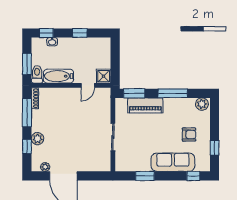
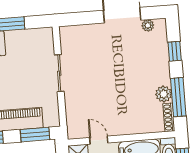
door: (88, 85) -> (99, 140), hinge flipped
plant: (37, 139) -> (164, 94), moved

